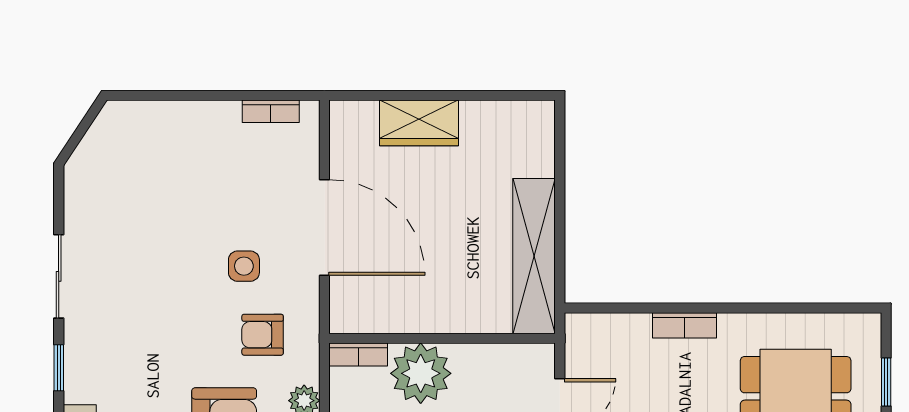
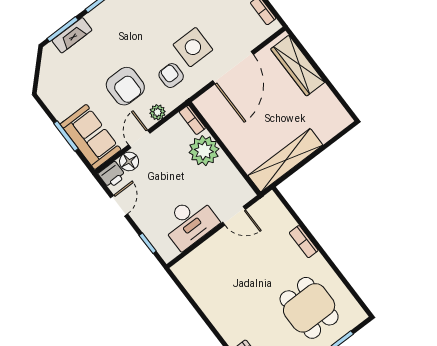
wardrobe: (419, 123) -> (298, 66), width x1.50
side table: (244, 266) -> (193, 47), width x1.87, depth x1.87

